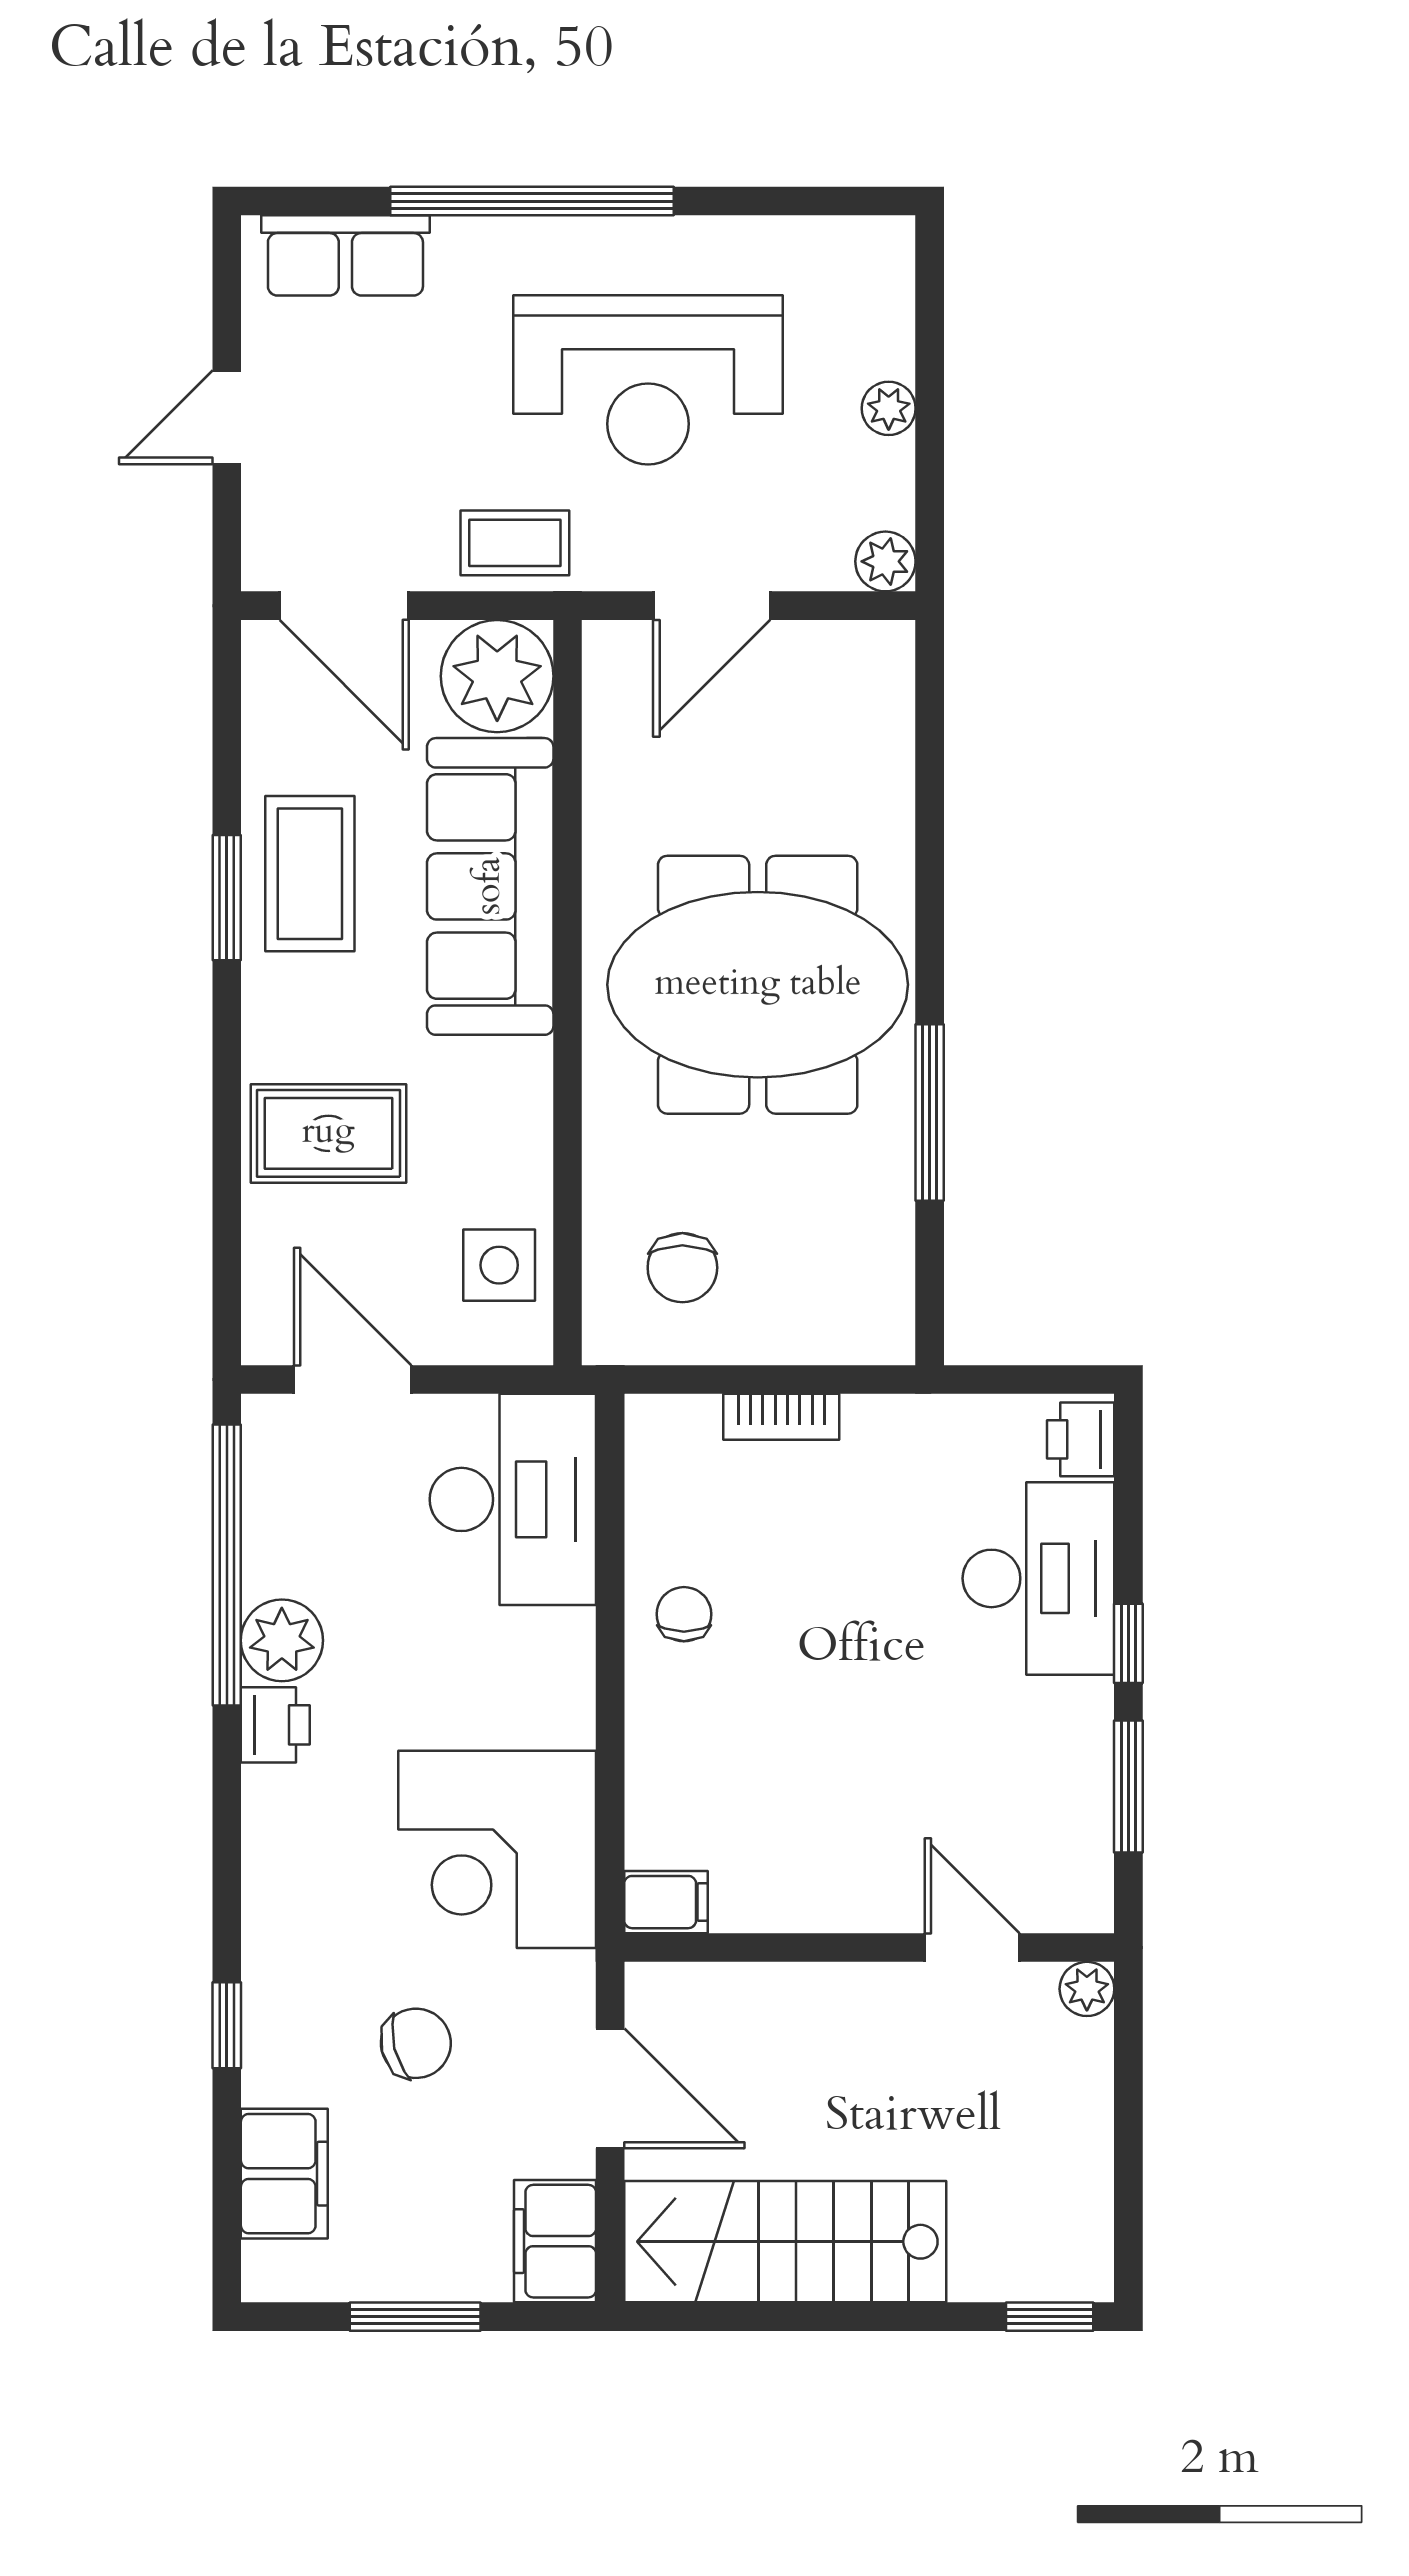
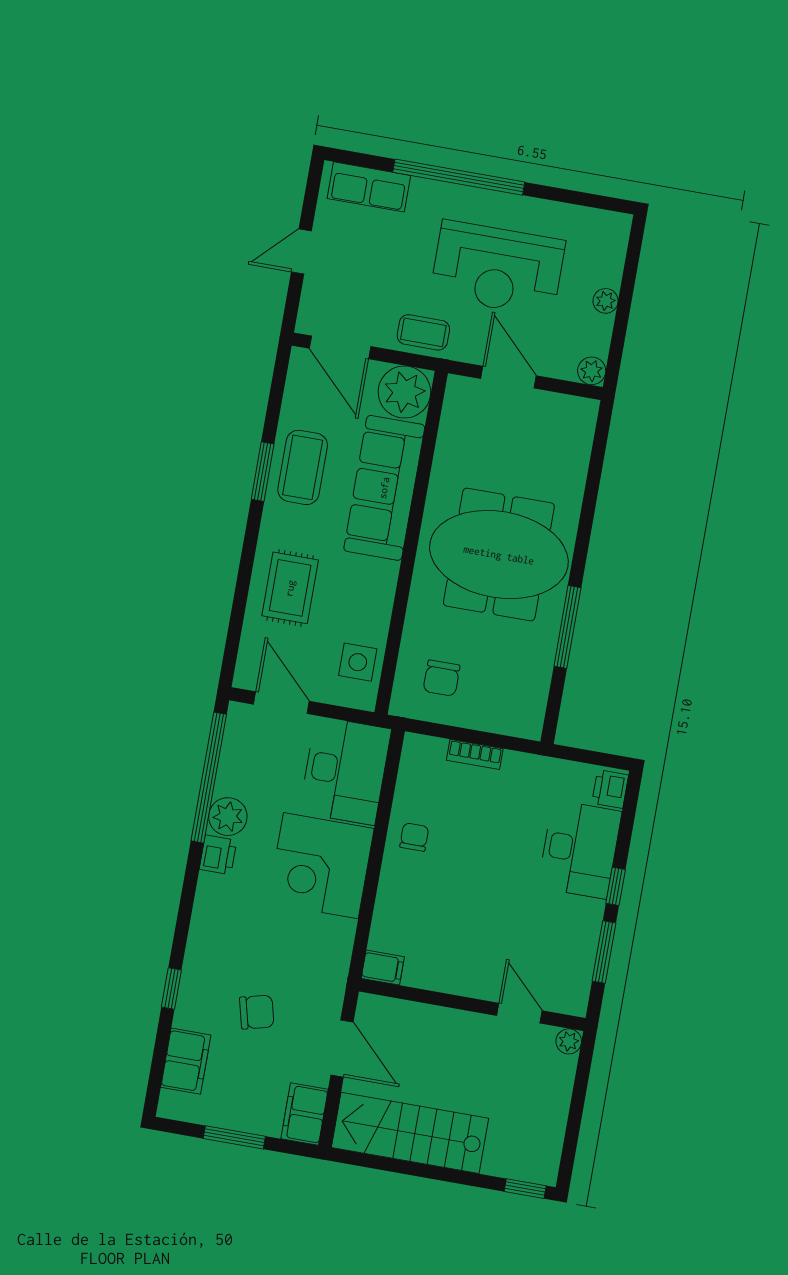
door: (712, 606) -> (508, 377), swing flipped
rug: (328, 1133) -> (290, 588), turned 90
corner desk: (497, 1849) -> (321, 866), moved

